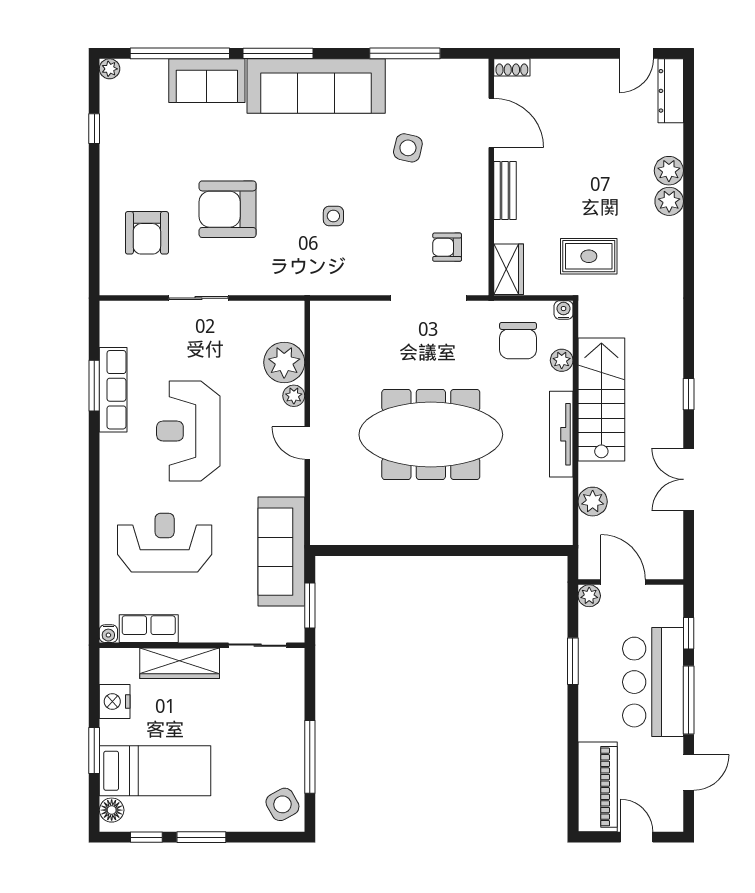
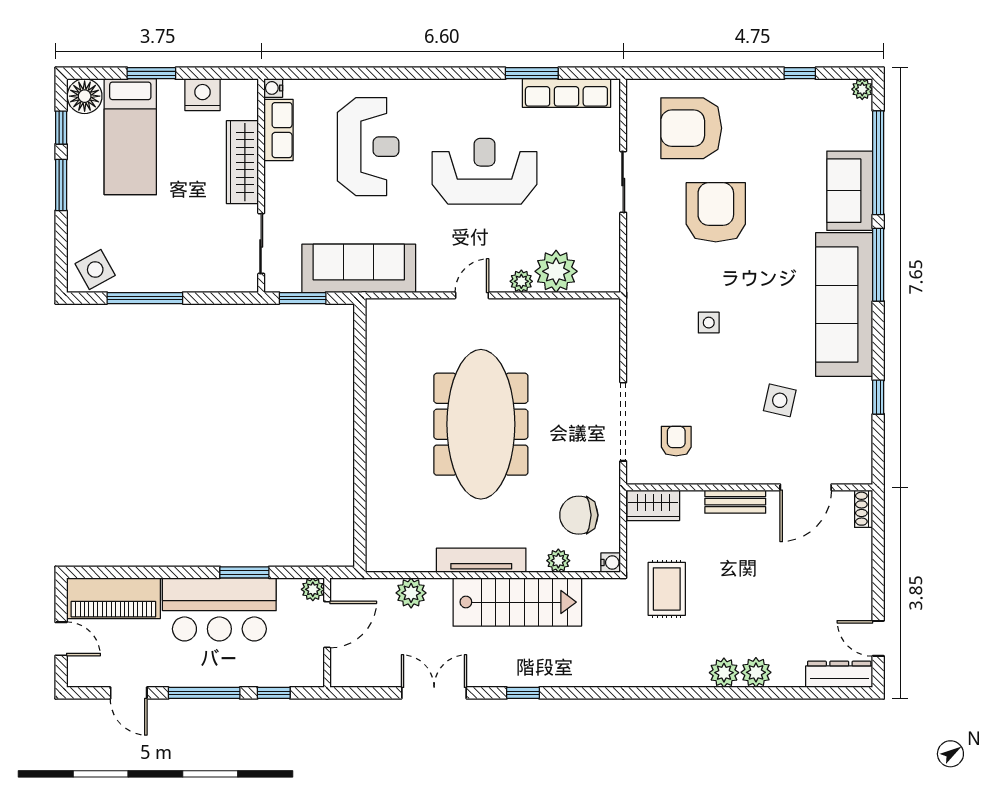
window: (405, 53) -> (878, 397), width x0.46
armchair: (147, 233) -> (691, 128), width x1.36, depth x1.36
row of seats: (113, 390) -> (566, 93), moved
bar counter: (653, 682) -> (219, 609), moved, turned 180
floor lamp: (112, 810) -> (85, 96), width x1.38, depth x1.38
door: (637, 837) -> (61, 639), hinge flipped

